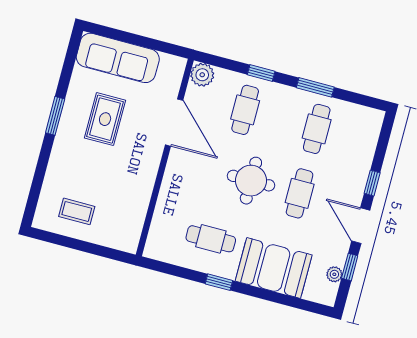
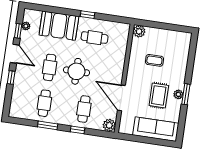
plant: (69, 117) -> (178, 94), added
coffee table: (77, 211) -> (154, 60), moved
plant: (128, 241) -> (139, 31), added

